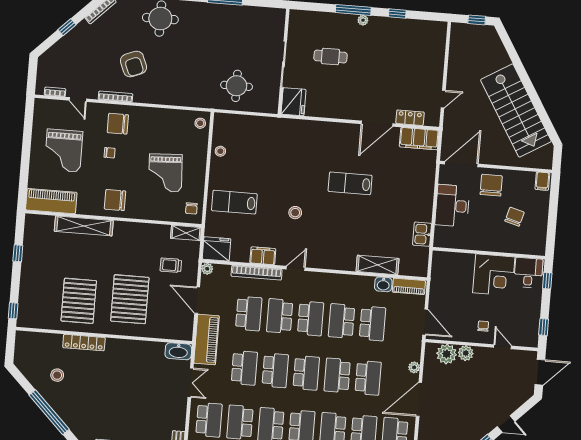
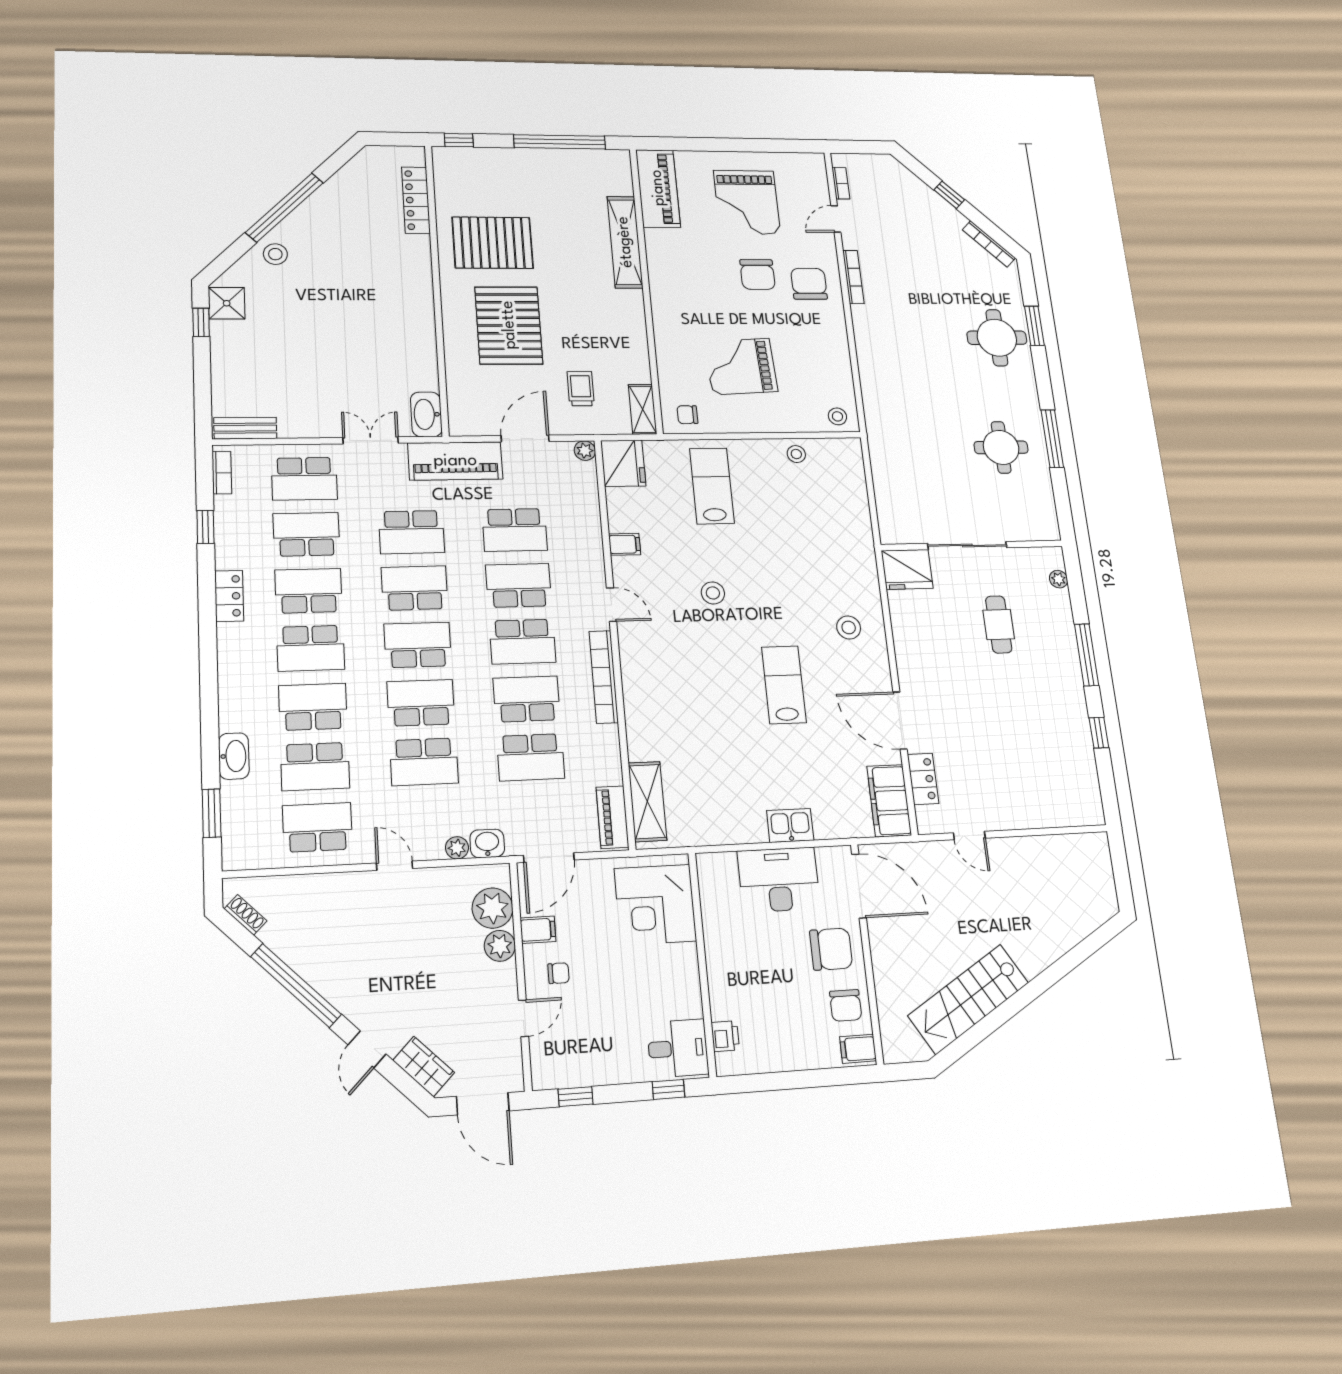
plant: (363, 20) -> (1059, 579), moved
window: (477, 20) -> (1122, 878), removed
armchair: (133, 64) -> (913, 301), removed
round table: (237, 86) -> (1001, 447), moved
stairs: (516, 111) -> (968, 999), width x0.73, depth x0.66
stool: (323, 142) -> (849, 627), added
grand piano: (64, 151) -> (747, 202), turned -90
chair: (110, 153) -> (758, 274), width x1.87, depth x1.87
chair: (115, 200) -> (679, 289), removed
chair: (515, 217) -> (846, 1005), moved, turned 74
kitchen sink: (422, 234) -> (790, 825), moved
printer: (526, 248) -> (725, 1036), added
window: (18, 253) -> (560, 142), width x3.17
filing cabinet: (263, 256) -> (625, 544), width x0.50
shelving: (378, 265) -> (647, 802), moved
bookcase: (257, 273) -> (604, 677), moved
corner desk: (494, 275) -> (655, 905), moved
washbasin: (383, 284) -> (487, 843), moved, turned 90
pallet: (130, 299) -> (509, 325), turned 90
filing cabinet: (460, 333) -> (538, 930), added
locker: (84, 343) -> (416, 200), moved
school desk: (275, 370) -> (415, 588), turned 180
school desk: (306, 373) -> (418, 645), turned 180
stool: (57, 375) -> (275, 254), moved
double door: (191, 383) -> (371, 440), swing flipped
wardrobe: (518, 398) -> (424, 1066), added
door: (419, 399) -> (395, 866), width x0.53

